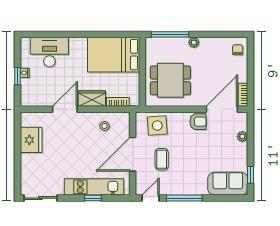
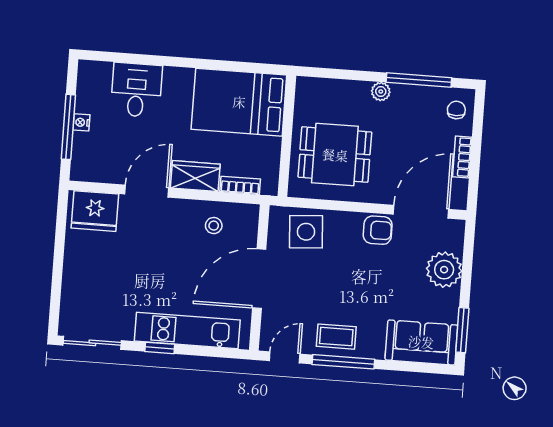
window: (170, 34) -> (419, 80), moved
desk: (49, 52) -> (136, 90), width x0.73
window: (17, 76) -> (68, 127), width x2.17
bookcase: (243, 95) -> (462, 157), moved
plant: (242, 136) -> (444, 270), width x1.87, depth x1.87
fridge: (31, 140) -> (95, 211), moved, turned 90
coffee table: (162, 159) -> (336, 337), moved, turned 90
window: (251, 175) -> (462, 330), width x1.50
window: (93, 198) -> (160, 348), moved

